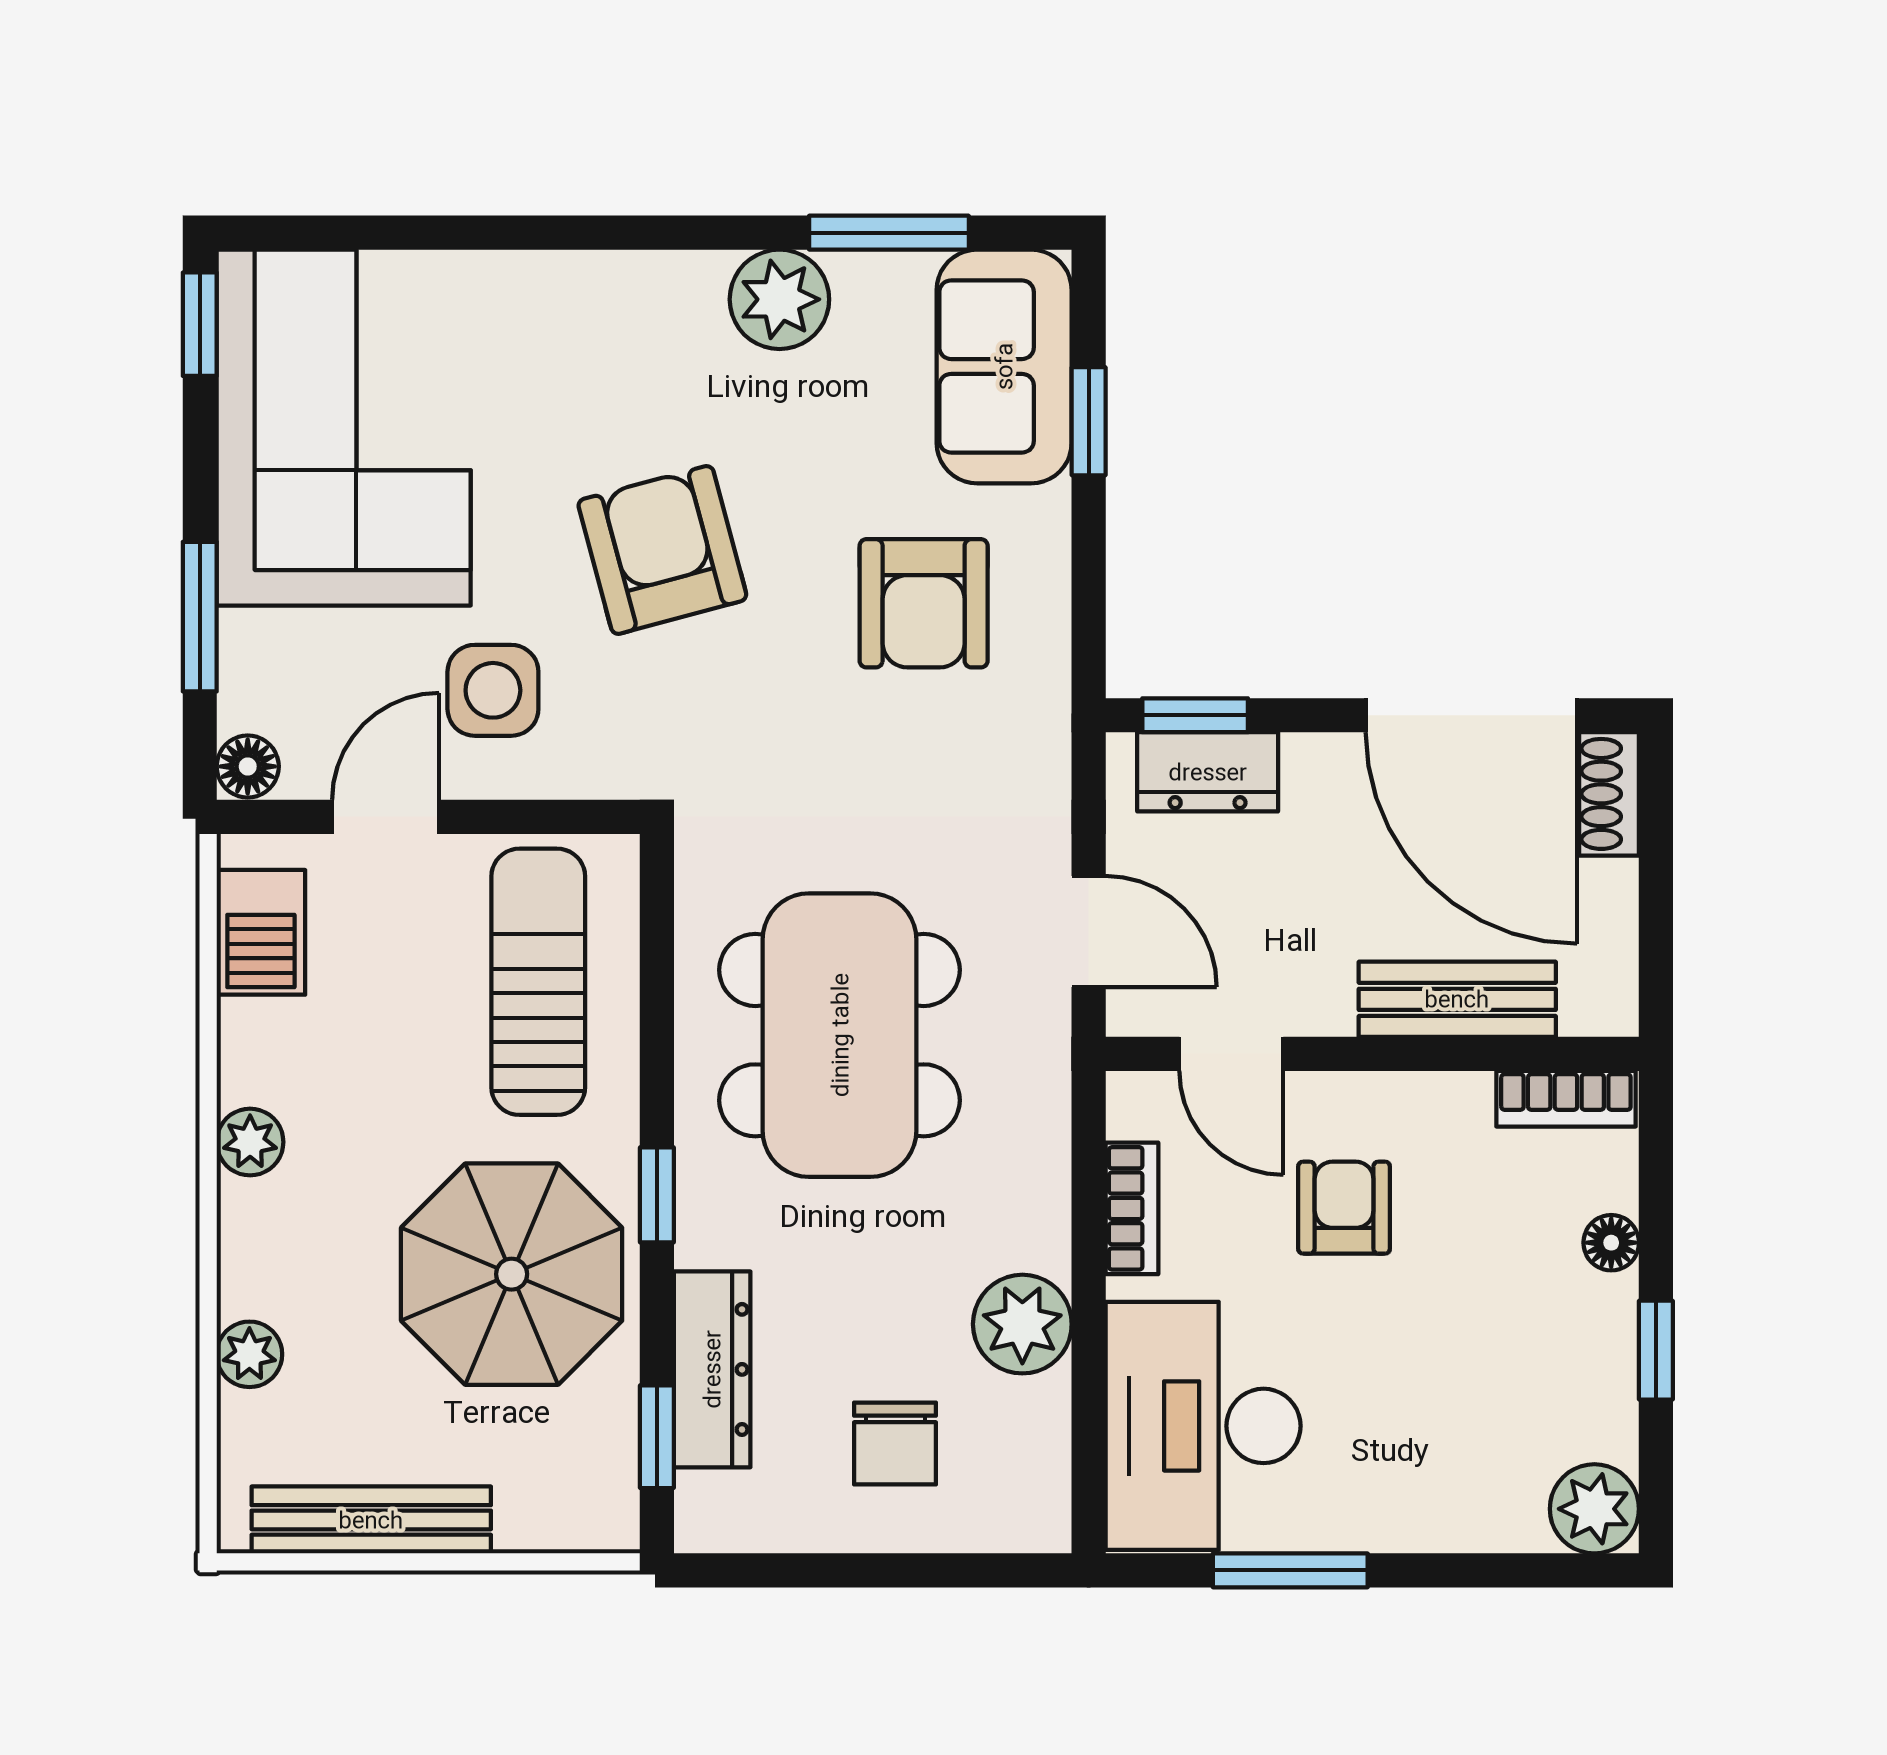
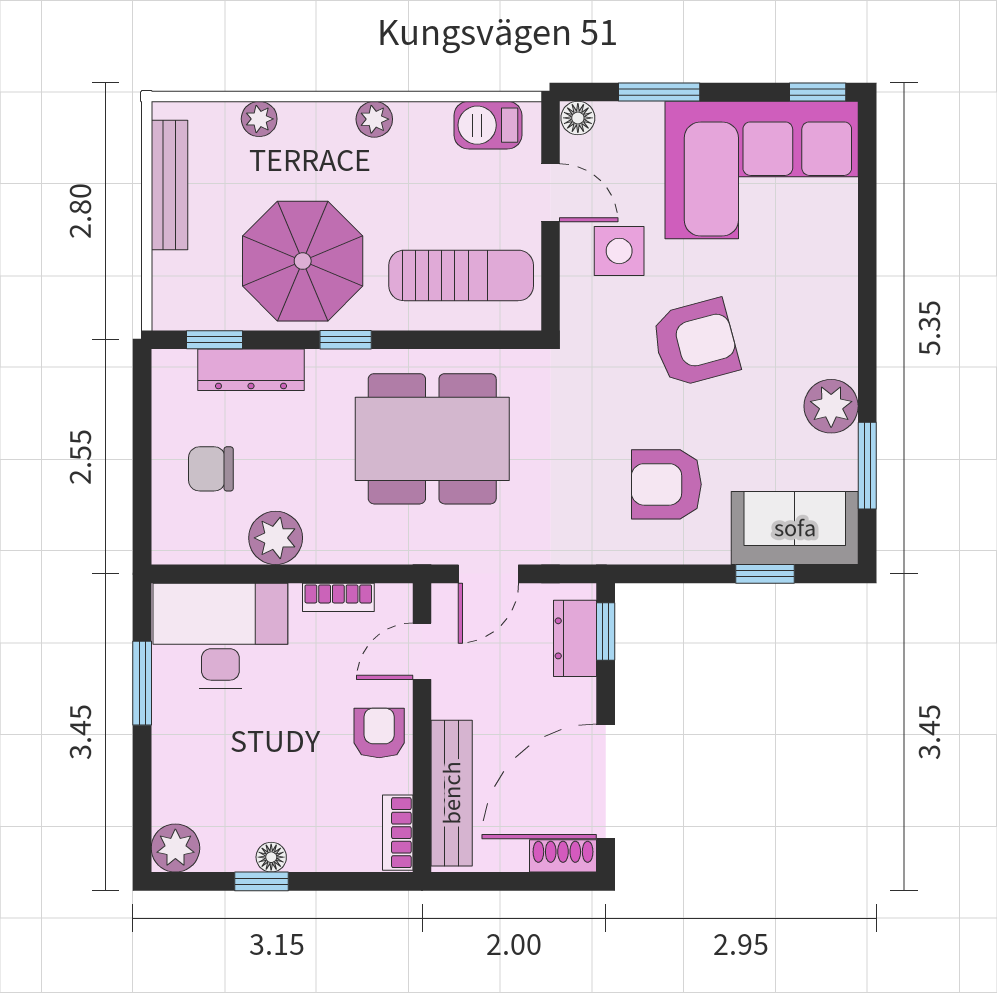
bench: (1457, 999) -> (452, 793), width x1.36
armchair: (1344, 1208) -> (379, 733), moved, turned -90
floor lamp: (1611, 1243) -> (271, 857), moved

